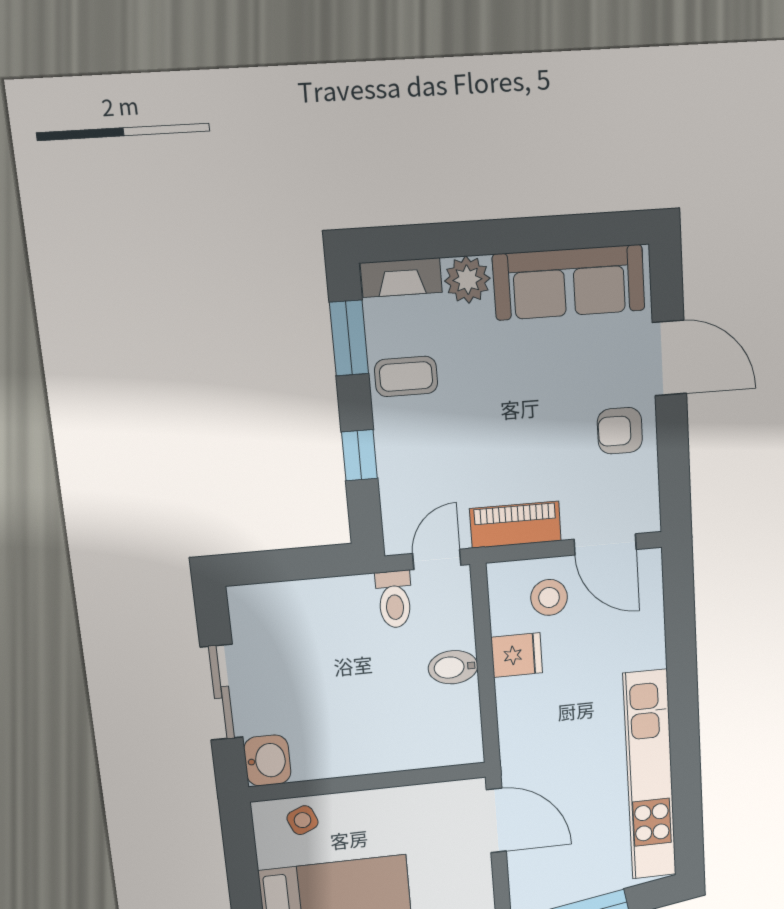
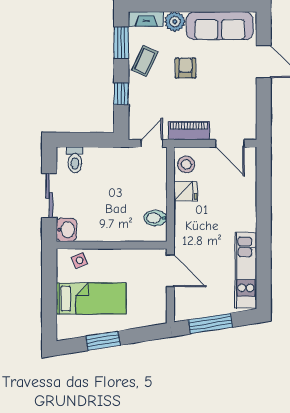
coffee table: (406, 376) -> (145, 61), turned -65
armchair: (620, 431) -> (185, 68), moved, turned 90
stool: (549, 597) -> (186, 164), moved
toilet: (394, 599) -> (75, 160), moved
bidet: (453, 667) -> (155, 218), moved
kitchen unit: (650, 775) -> (246, 270), width x0.73

